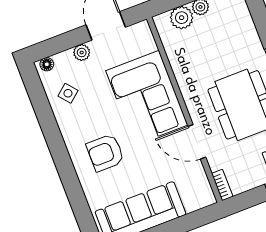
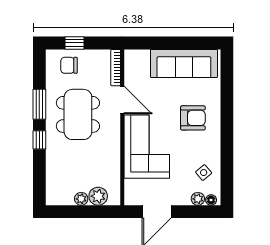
plant: (82, 53) -> (198, 199), moved
bookcase: (222, 185) -> (116, 68), width x1.56

